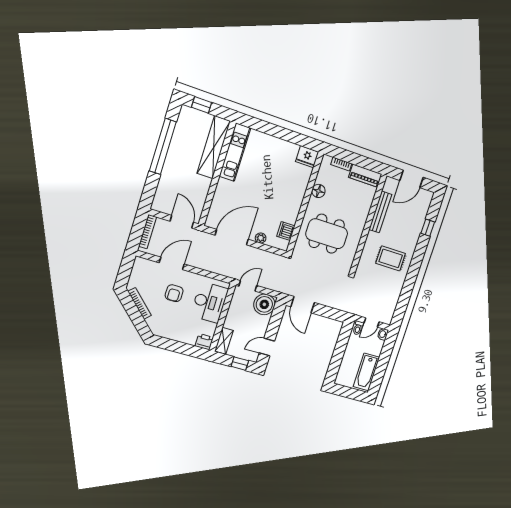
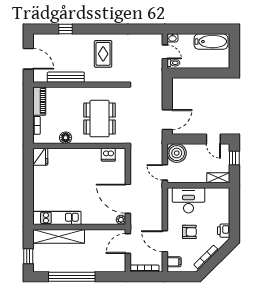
plant: (261, 238) -> (121, 220), moved
filing cabinet: (145, 267) -> (174, 262), added
printer: (204, 342) -> (224, 231), moved

